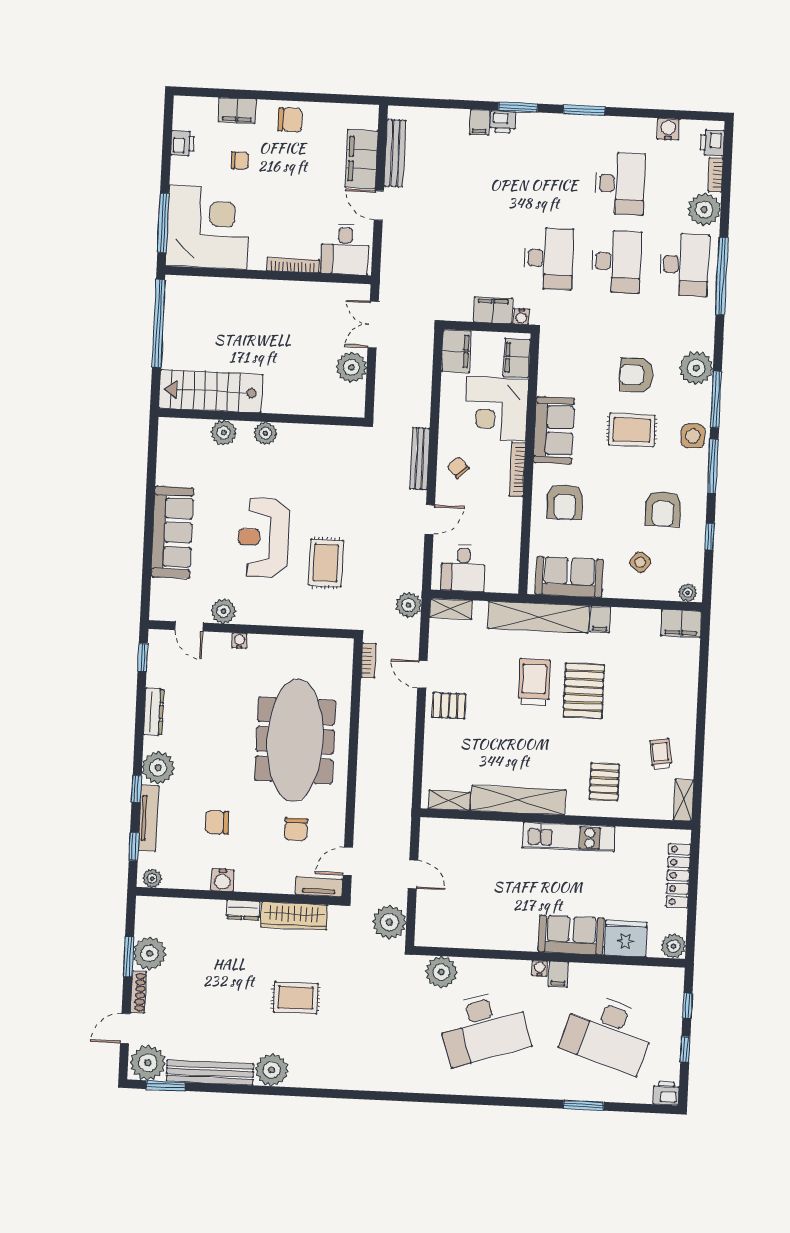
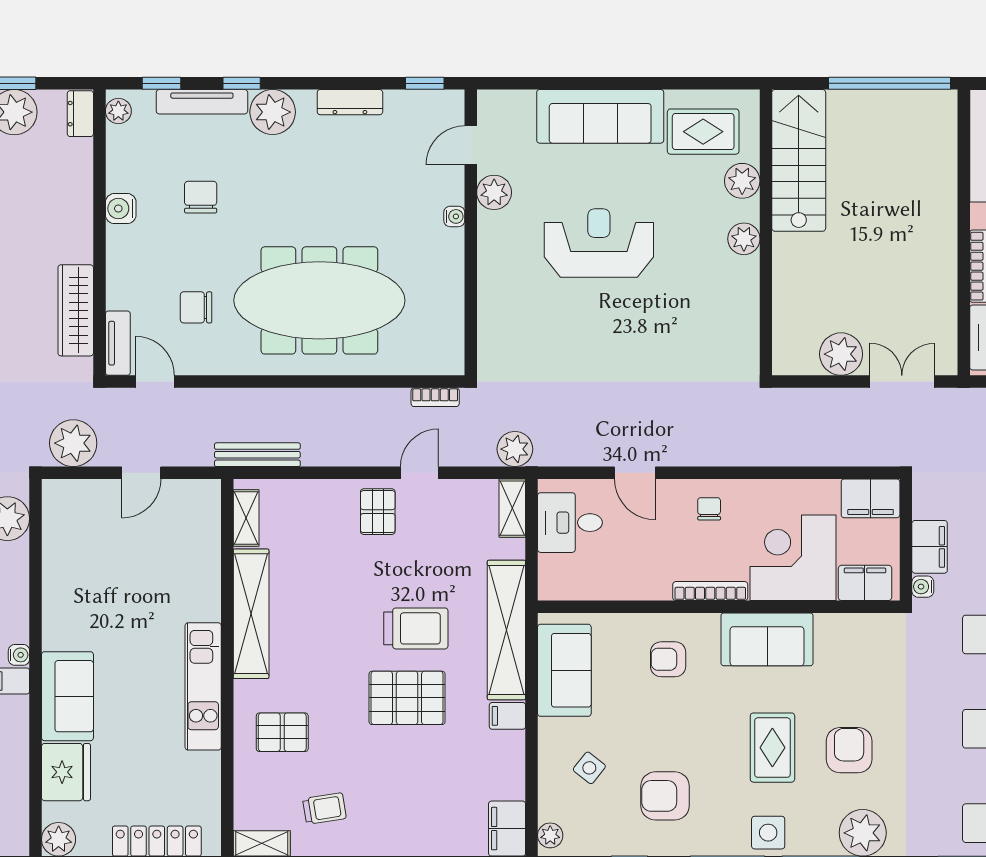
bench: (420, 459) -> (257, 455), moved
chair: (458, 467) -> (709, 509), turned -46
armchair: (565, 502) -> (668, 659), width x0.72, depth x0.72
rug: (326, 563) -> (703, 132), moved
dresser: (243, 910) -> (80, 114), moved

